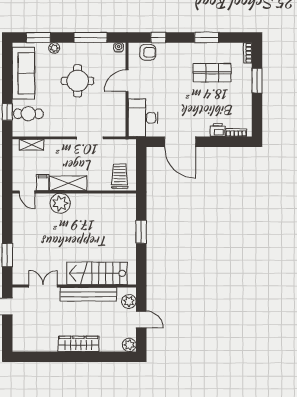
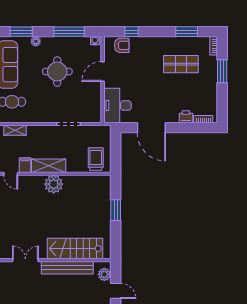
window: (207, 38) -> (187, 32), moved
plant: (60, 203) -> (54, 184), moved

